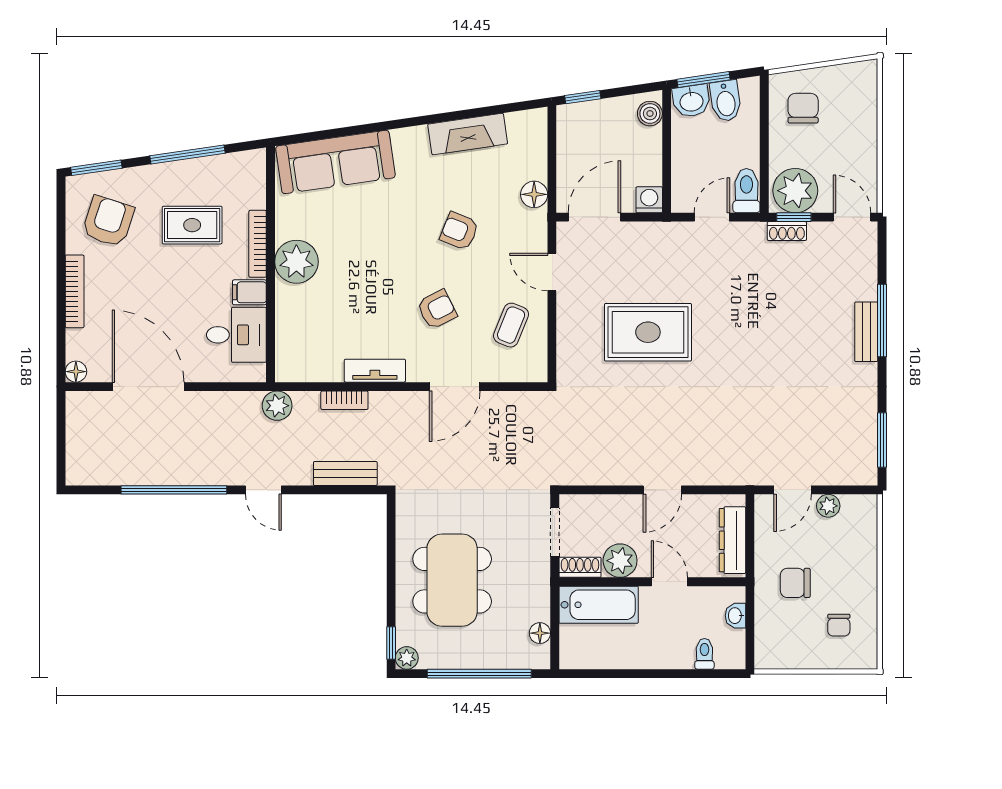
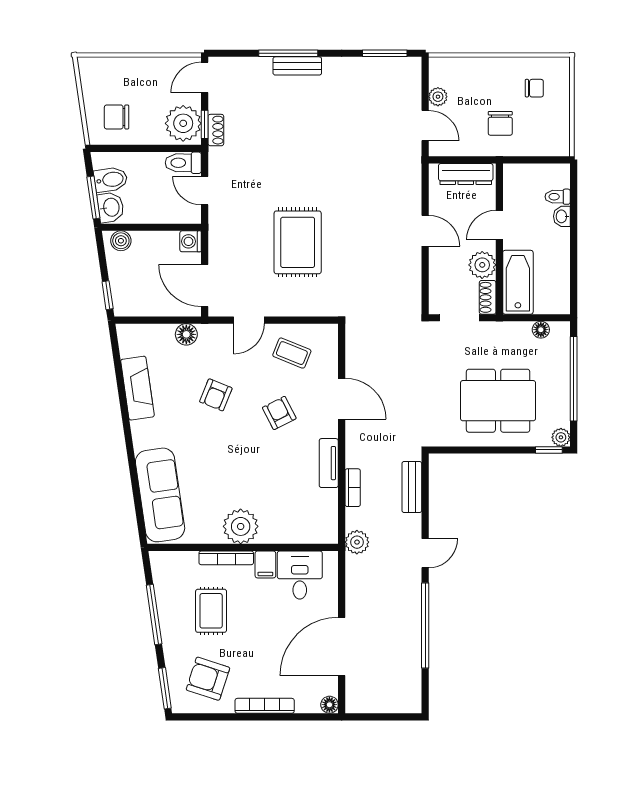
washbasin: (735, 616) -> (562, 216), moved, turned 90

